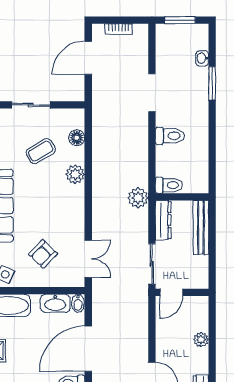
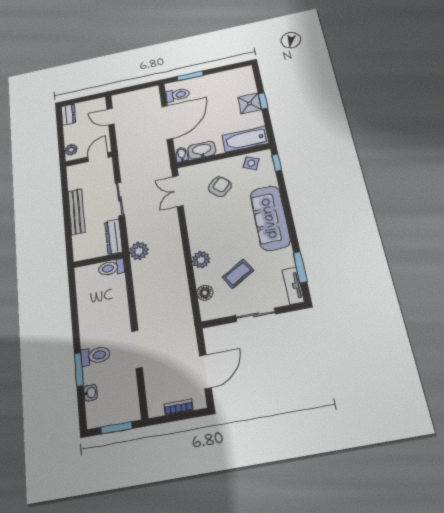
toilet: (170, 136) -> (95, 356), moved, turned 180
bench: (201, 227) -> (77, 212), moved
door: (171, 292) -> (98, 157), moved
wall: (182, 292) -> (89, 159), moved

